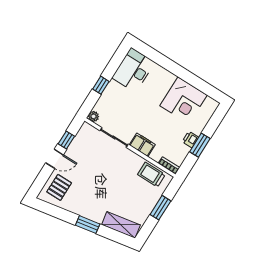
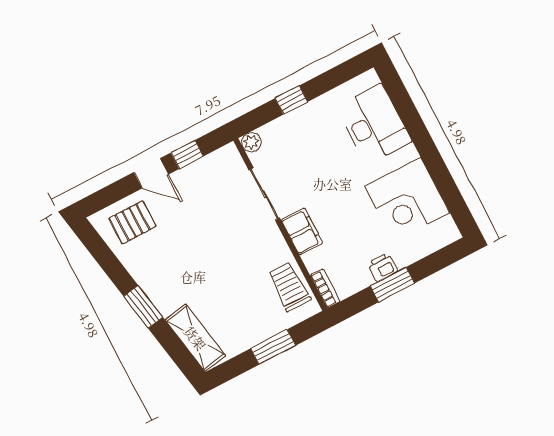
desk: (133, 70) -> (374, 124), moved, turned 90

